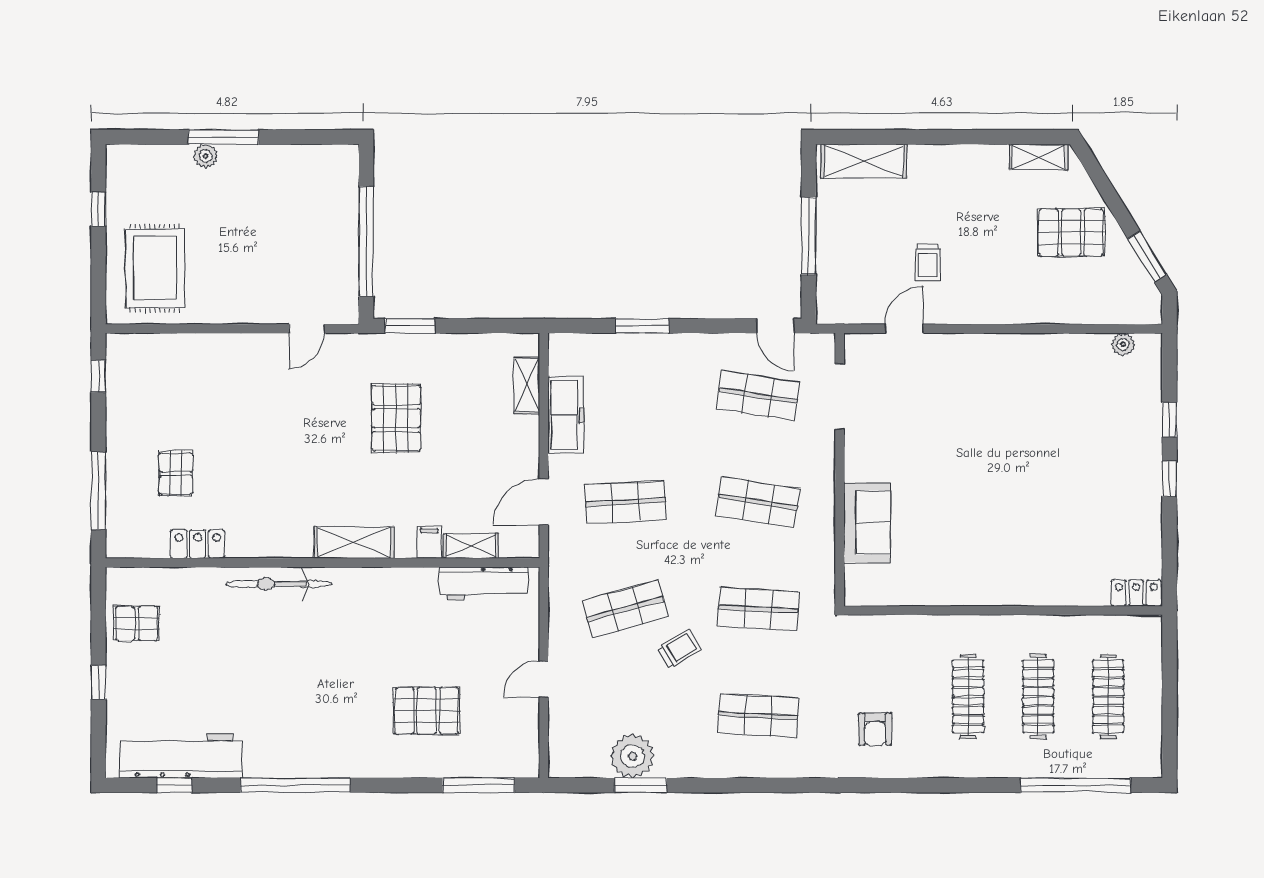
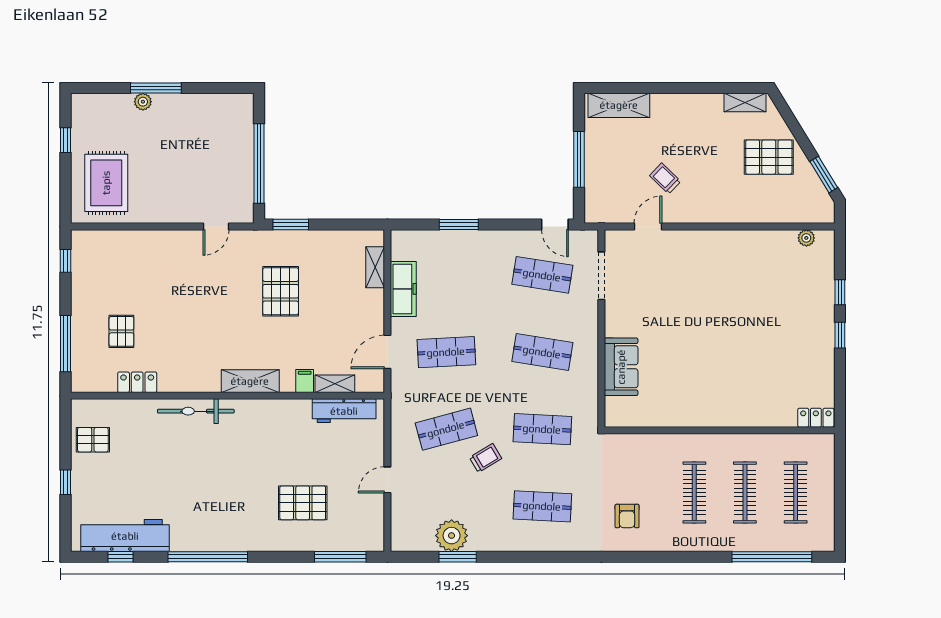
trolley: (928, 262) -> (665, 178), turned 134

